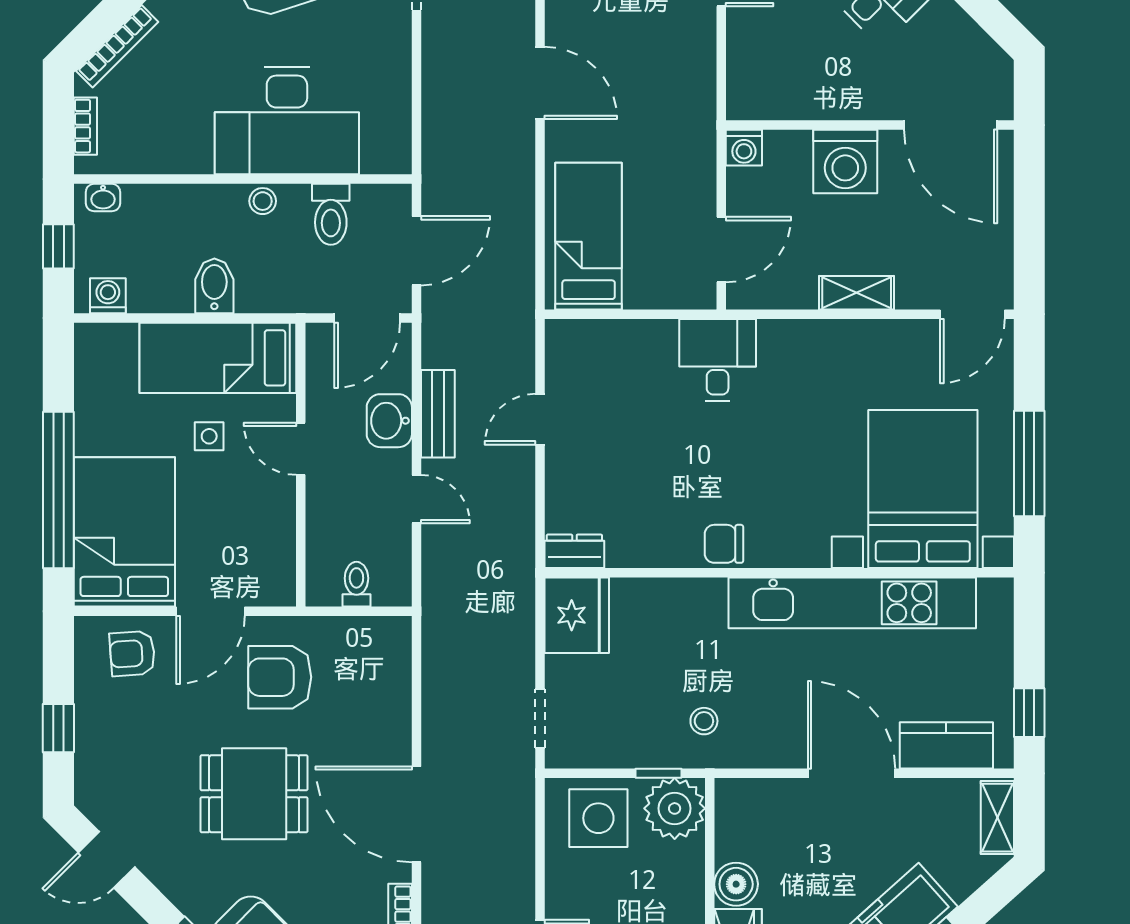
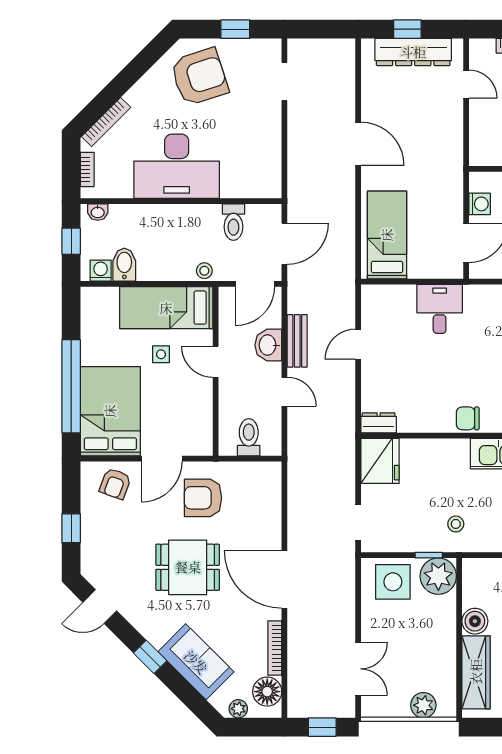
desk: (287, 121) -> (177, 166), moved
washing machine: (744, 148) -> (480, 204), moved, turned -90
stool: (263, 201) -> (204, 271), moved
bidet: (214, 286) -> (124, 265), moved
desk: (718, 360) -> (440, 309), moved
toilet: (356, 584) -> (249, 437), width x1.37, depth x1.39
armchair: (132, 653) -> (115, 484), turned -66

